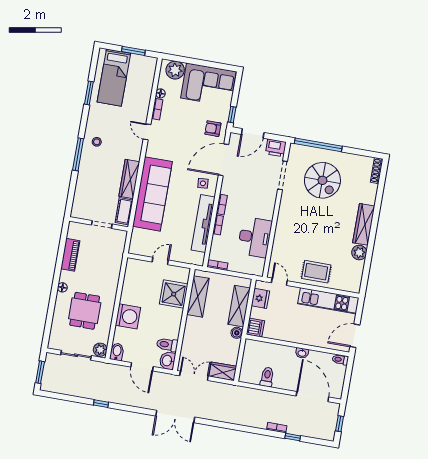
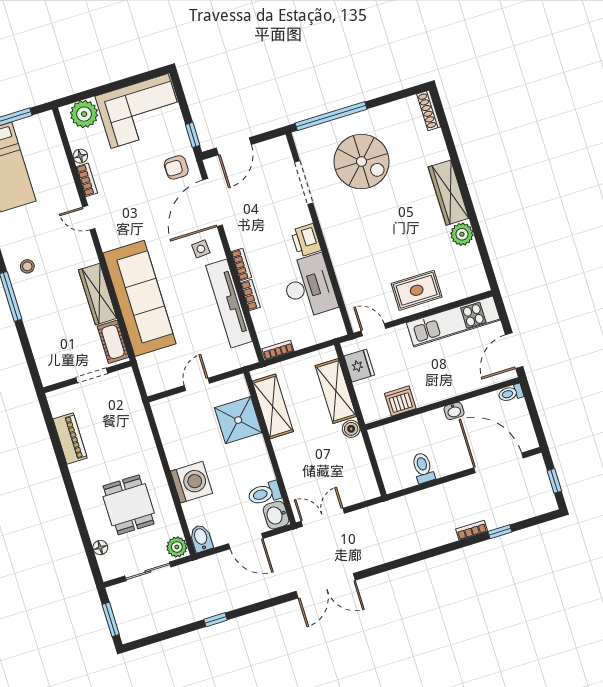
printer: (276, 148) -> (306, 240), moved, turned 90
floor lamp: (62, 287) -> (100, 548), moved
dishwasher: (255, 327) -> (400, 401), moved, turned -90
wardrobe: (223, 371) -> (359, 491), removed

